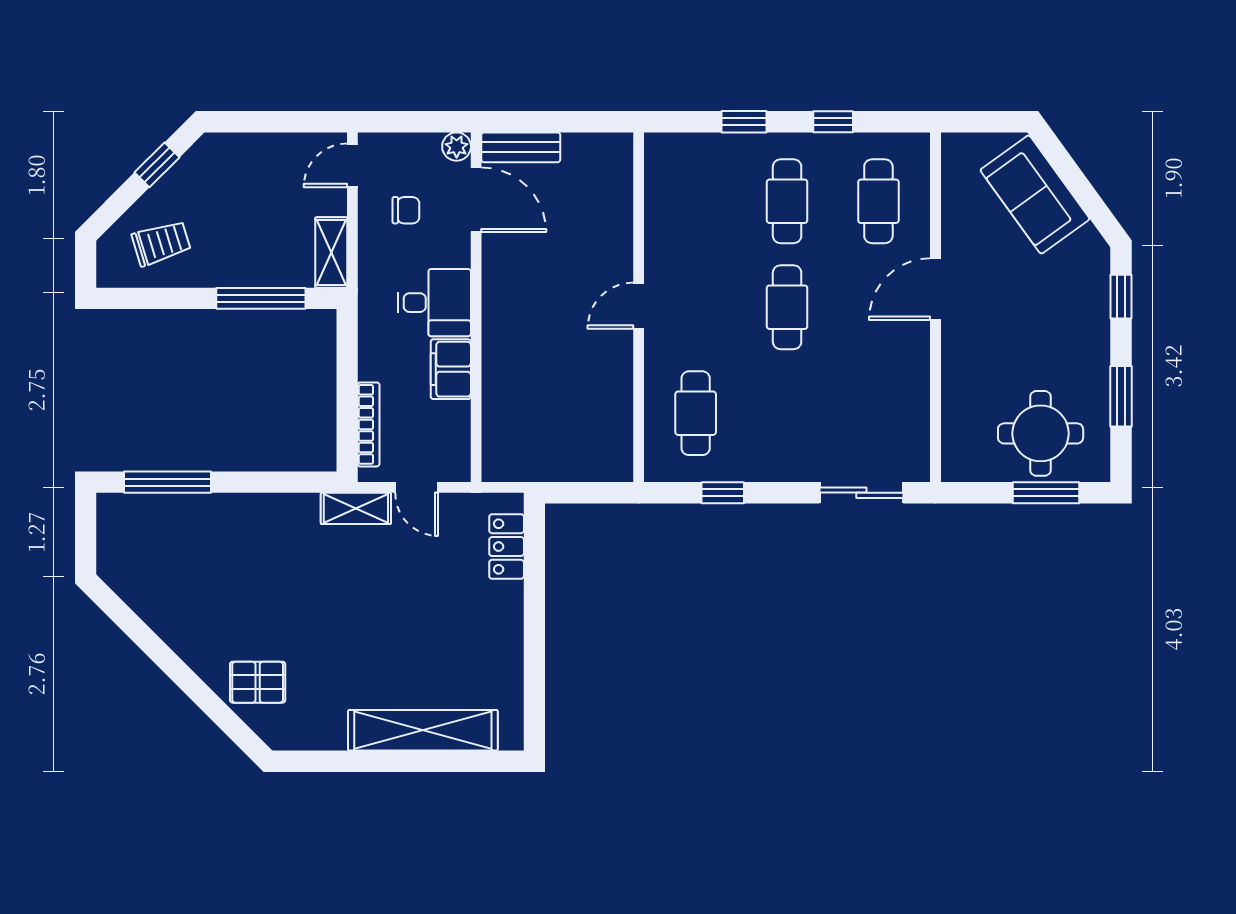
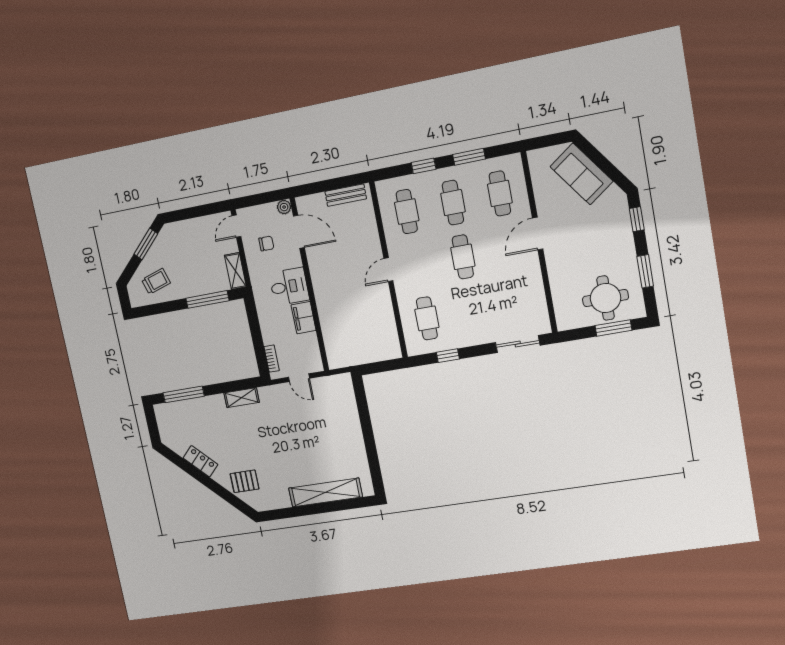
window: (833, 122) -> (469, 157), width x1.50
bench: (521, 147) -> (346, 195), moved
window: (157, 165) -> (146, 244), width x1.50
cafe table: (696, 201) -> (407, 212), added
bookcase: (368, 424) -> (272, 359), width x0.64
shelving: (356, 508) -> (242, 398), moved
locker: (507, 547) -> (200, 461), moved, turned 135

